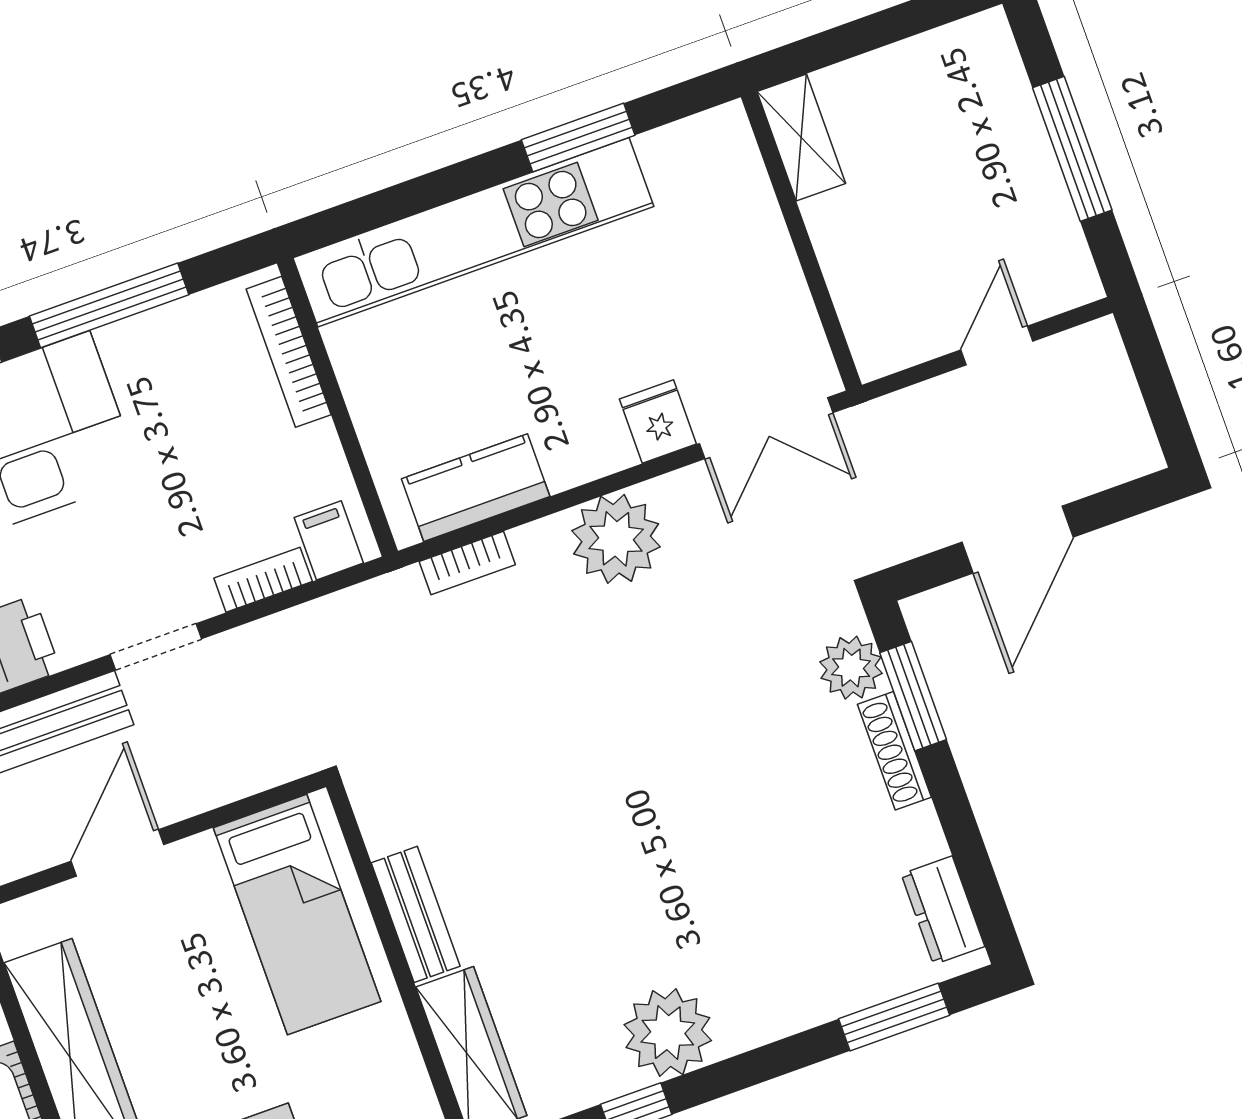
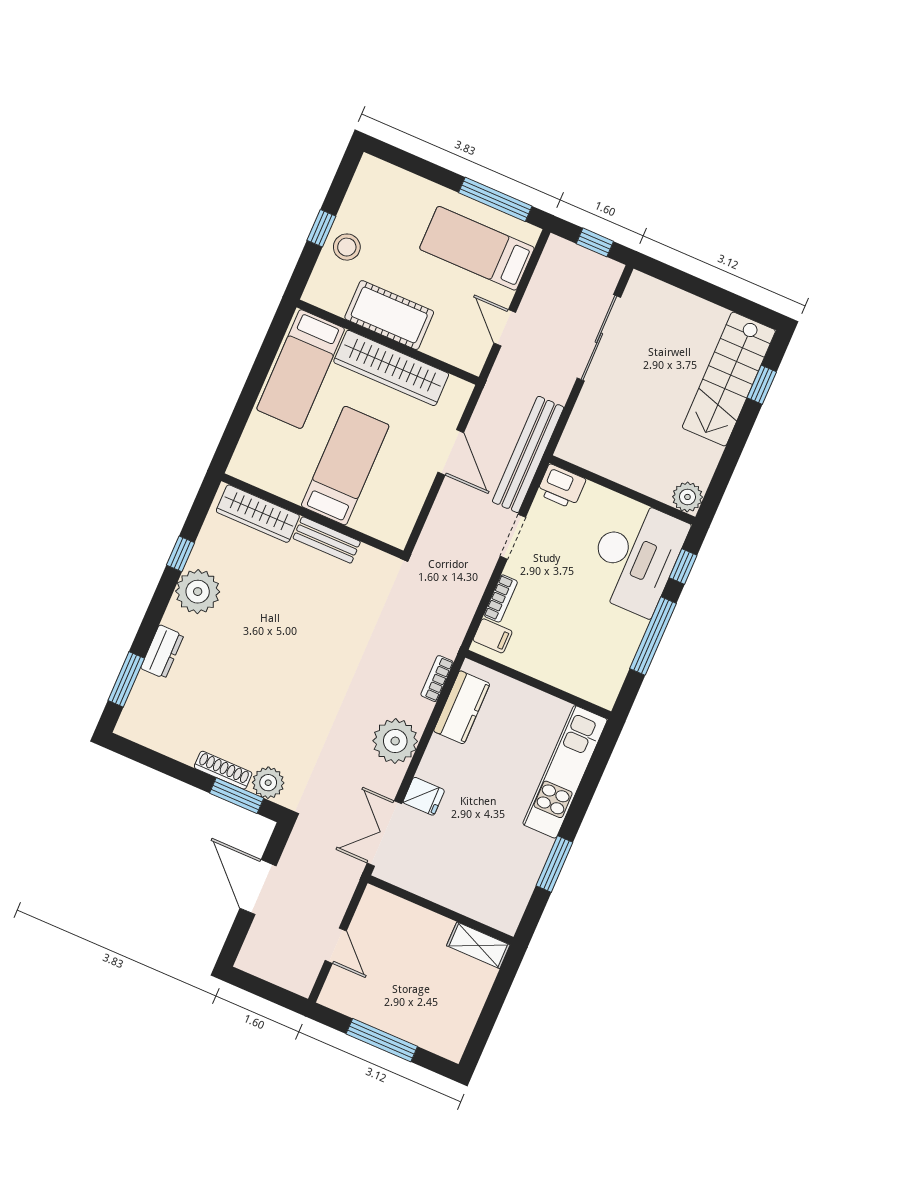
kitchen unit: (473, 232) -> (565, 772), width x0.73
bookcase: (289, 352) -> (575, 685), removed
dresser: (943, 910) -> (162, 652), moved, turned 90
bed: (297, 915) -> (345, 466), moved, turned 90

